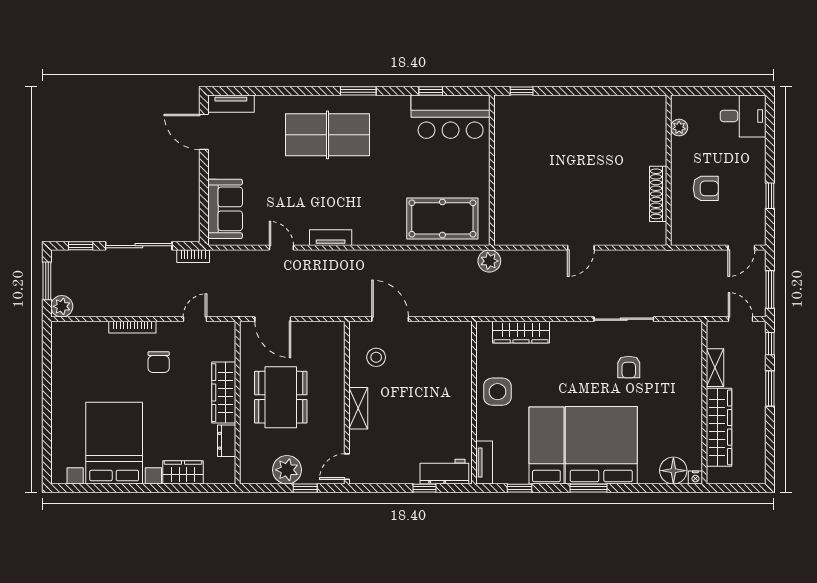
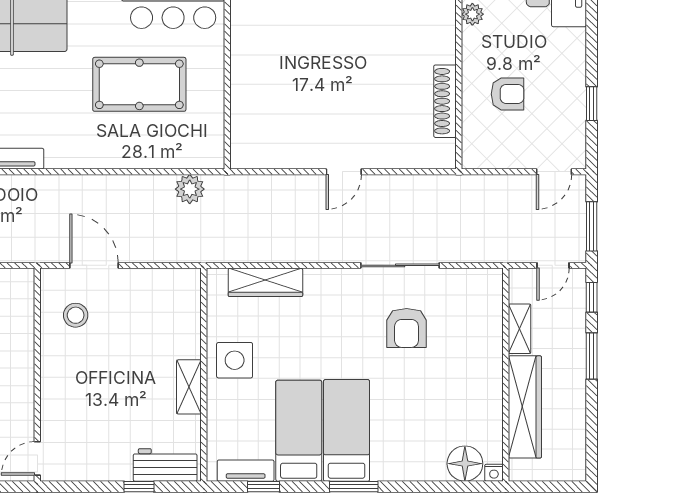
pool table: (442, 218) -> (139, 84), moved
plant: (489, 261) -> (190, 189), moved
door: (741, 319) -> (553, 265), swing flipped
armchair: (629, 367) -> (407, 328), width x1.38, depth x1.38
shelving: (358, 408) -> (189, 387), moved
bed: (601, 445) -> (347, 430), width x0.49
tv unit: (484, 463) -> (246, 471), moved, turned -90

